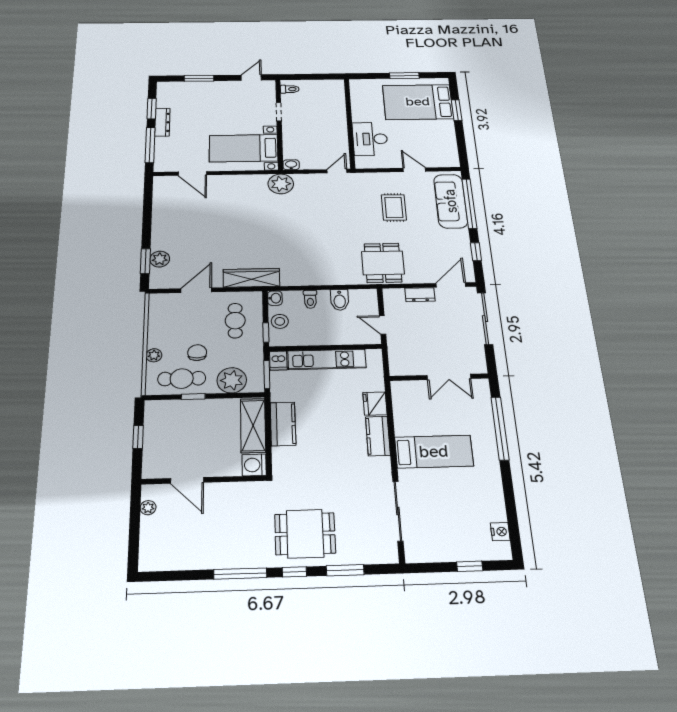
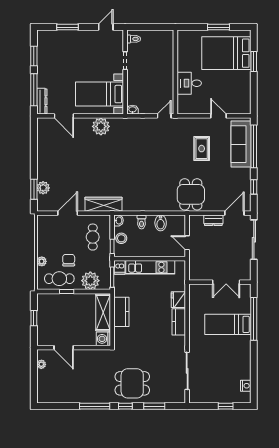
dresser: (162, 122) -> (42, 101), moved
desk: (370, 139) -> (189, 83), width x0.73
plant: (281, 184) -> (101, 126), moved
bed: (434, 452) -> (228, 324), moved, turned 180

